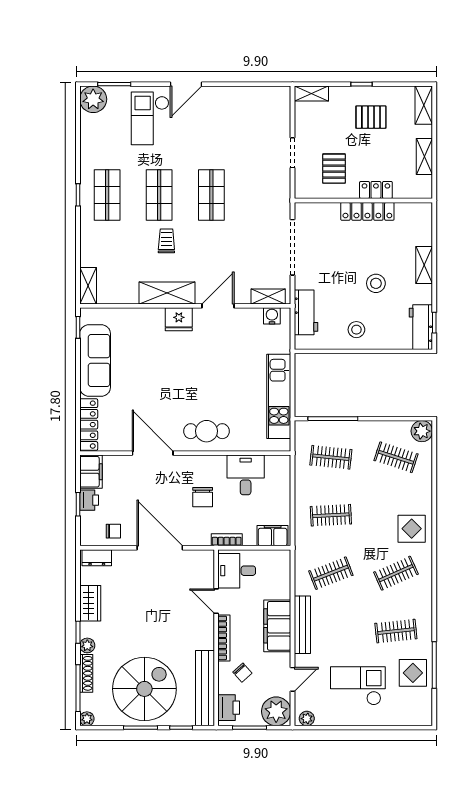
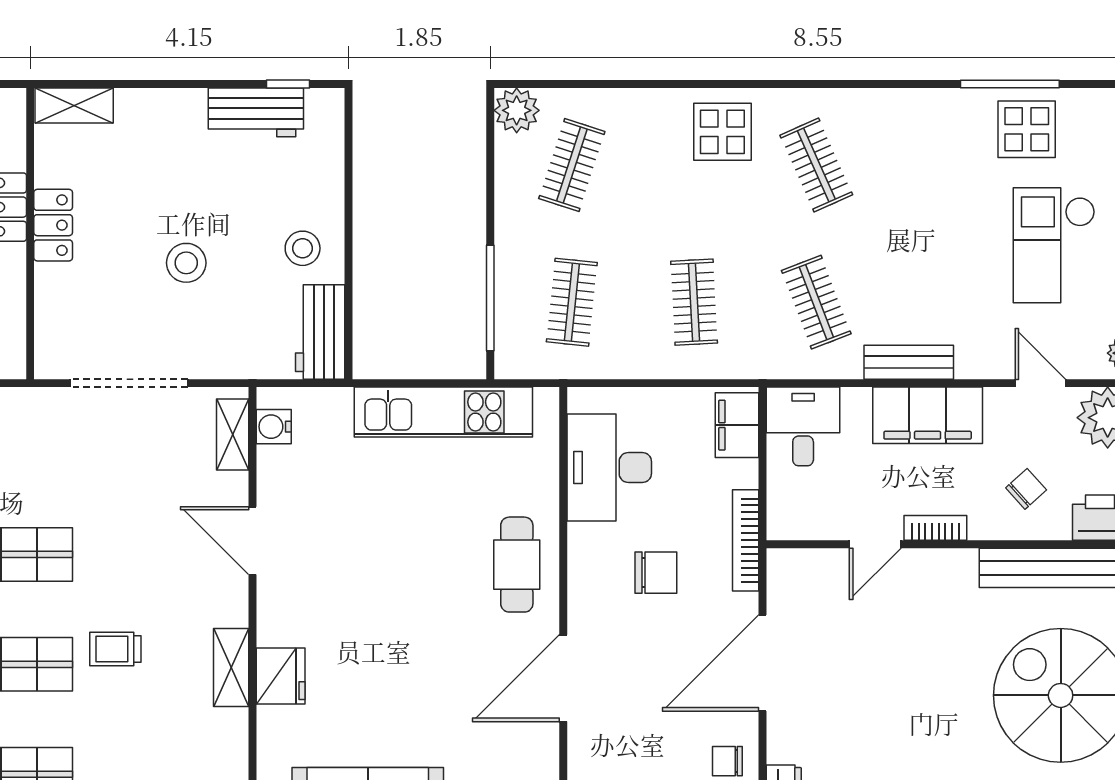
locker: (367, 211) -> (53, 225), width x0.66
shelving: (424, 265) -> (74, 105), moved
stool: (376, 283) -> (186, 263), moved
shelving: (167, 293) -> (231, 667), width x0.67, depth x0.75
workbench: (306, 312) -> (320, 332), moved, turned -90
fridge: (179, 319) -> (281, 676), moved
workbench: (421, 327) -> (256, 112), moved
desk: (246, 475) -> (609, 468), width x1.37
chair: (113, 531) -> (727, 761), turned -90
bookcase: (227, 540) -> (746, 540), width x1.56
desk: (237, 571) -> (803, 426), moved, turned 180
bench: (302, 625) -> (909, 362), width x0.73
clothes rail: (396, 631) -> (938, 165), removed
bookcase: (224, 638) -> (935, 528), width x0.64

